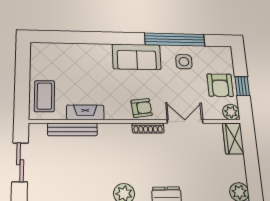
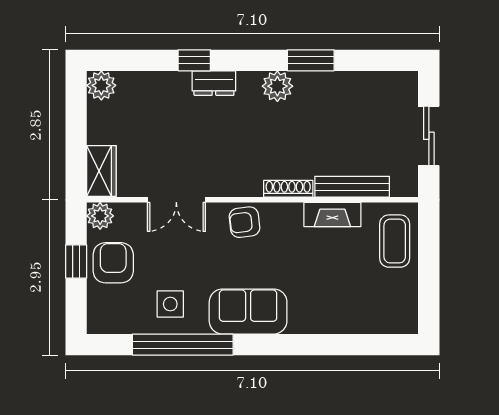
shoe rack: (148, 128) -> (288, 189), moved

